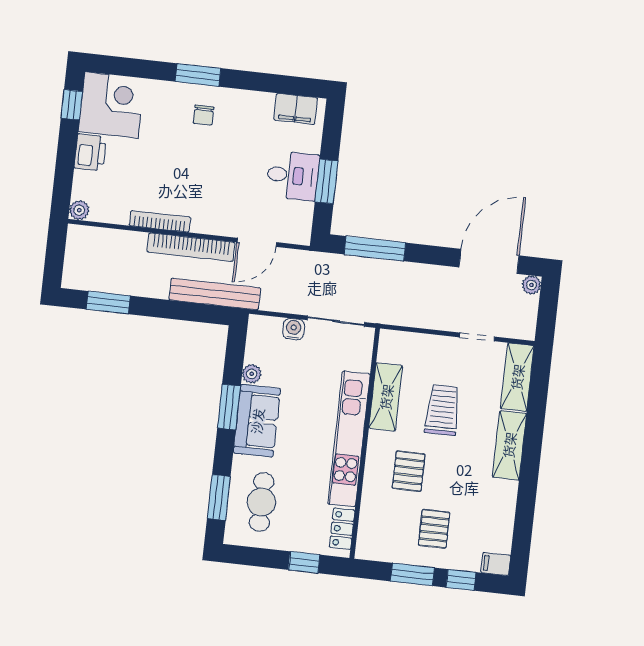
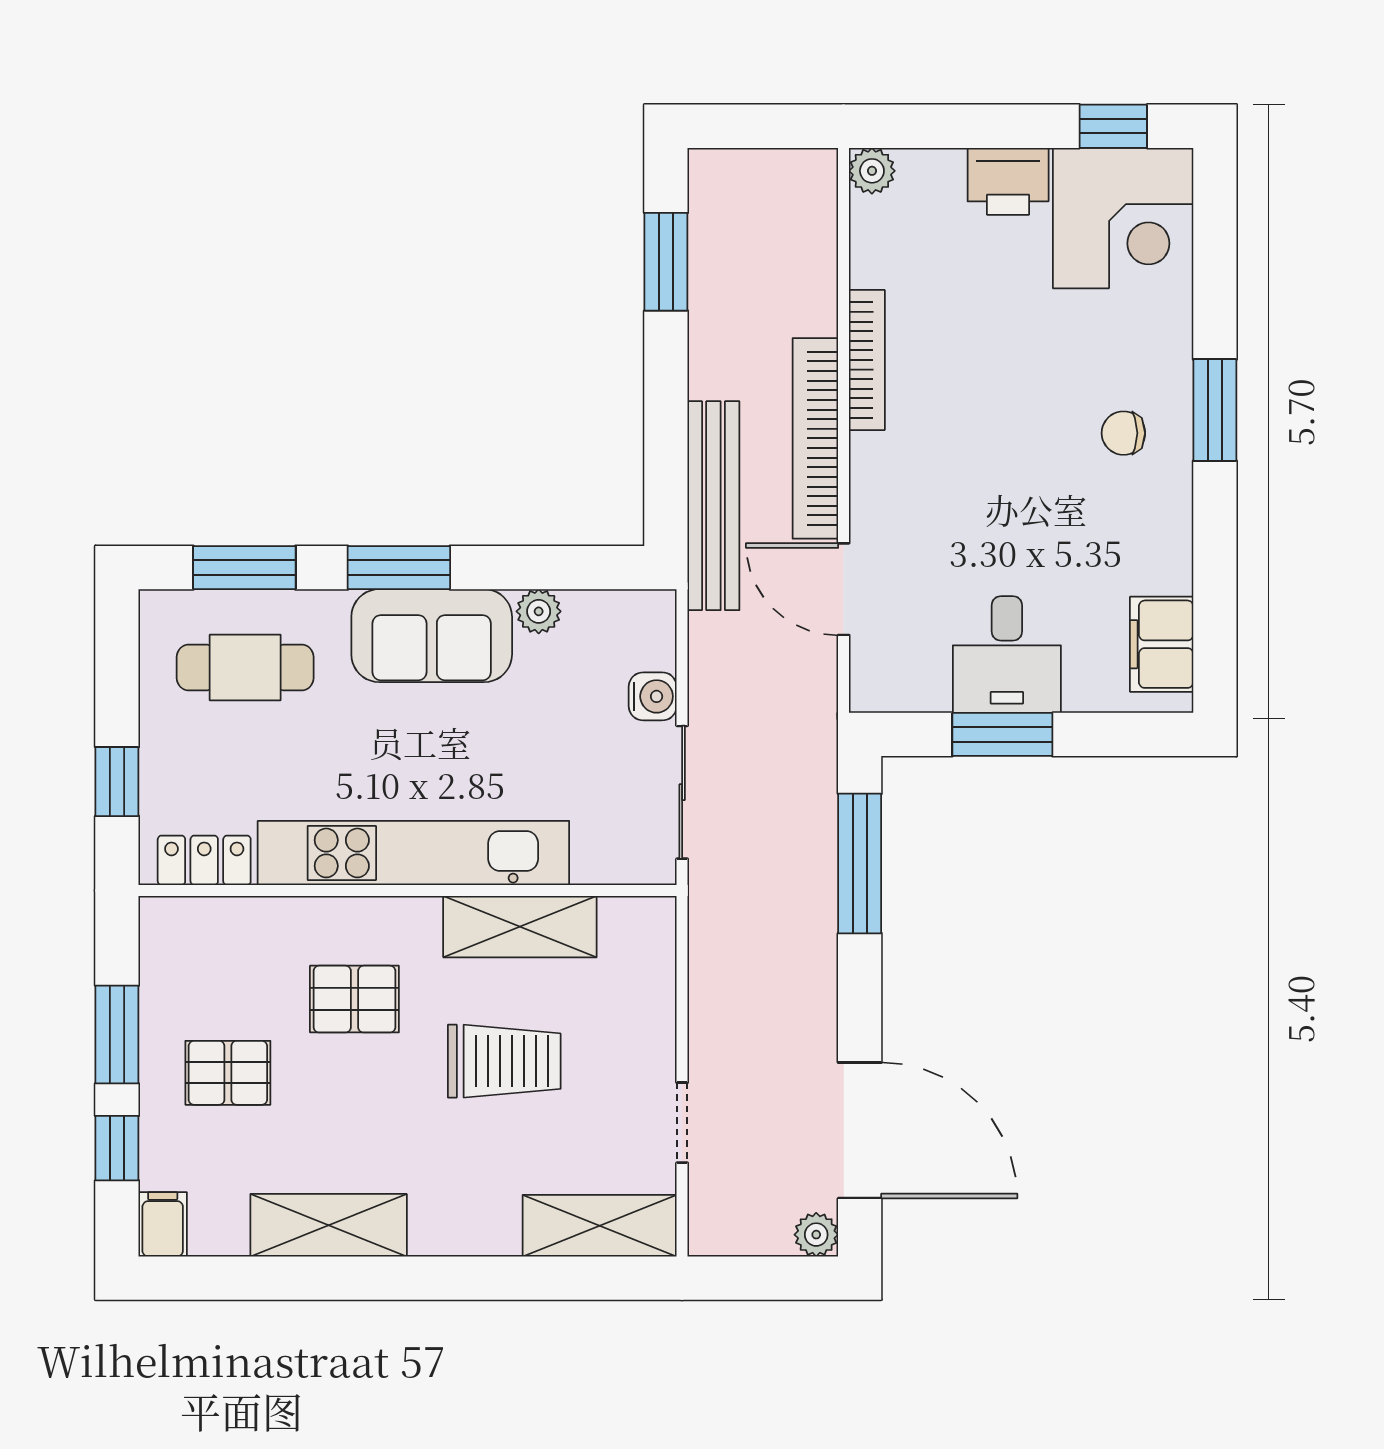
window: (229, 407) -> (399, 568), moved
shelving: (509, 445) -> (329, 1225), moved

